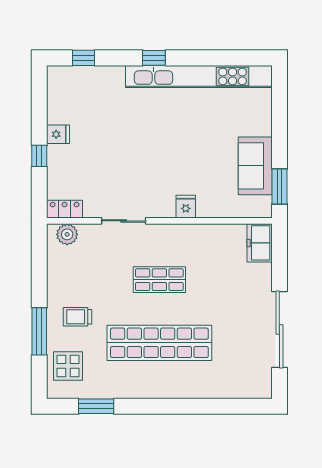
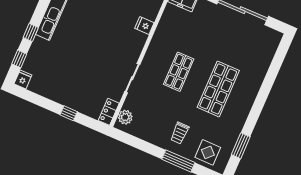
window: (154, 58) -> (31, 32), moved
fridge: (58, 134) -> (23, 79), moved
fridge: (186, 207) -> (144, 26), moved
shop shelf: (159, 343) -> (218, 89), width x0.71

